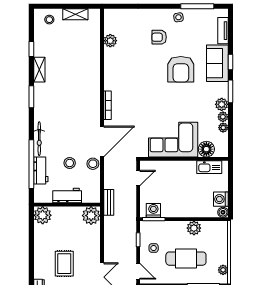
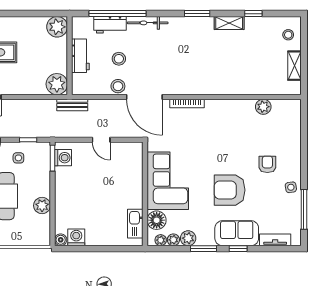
corner sofa: (173, 140) -> (168, 181), moved
floor lamp: (206, 149) -> (157, 220), moved
wall: (184, 159) -> (145, 194), moved
kitchen sink: (209, 167) -> (135, 224), moved

